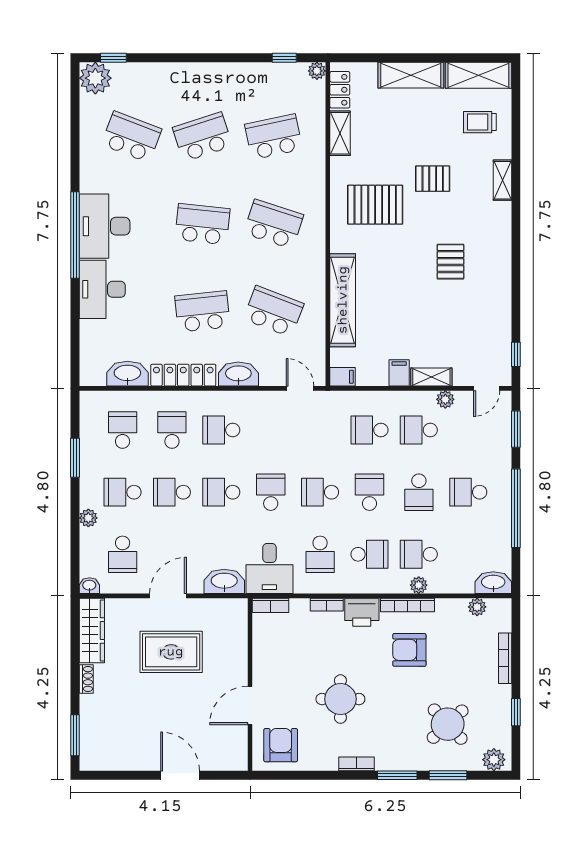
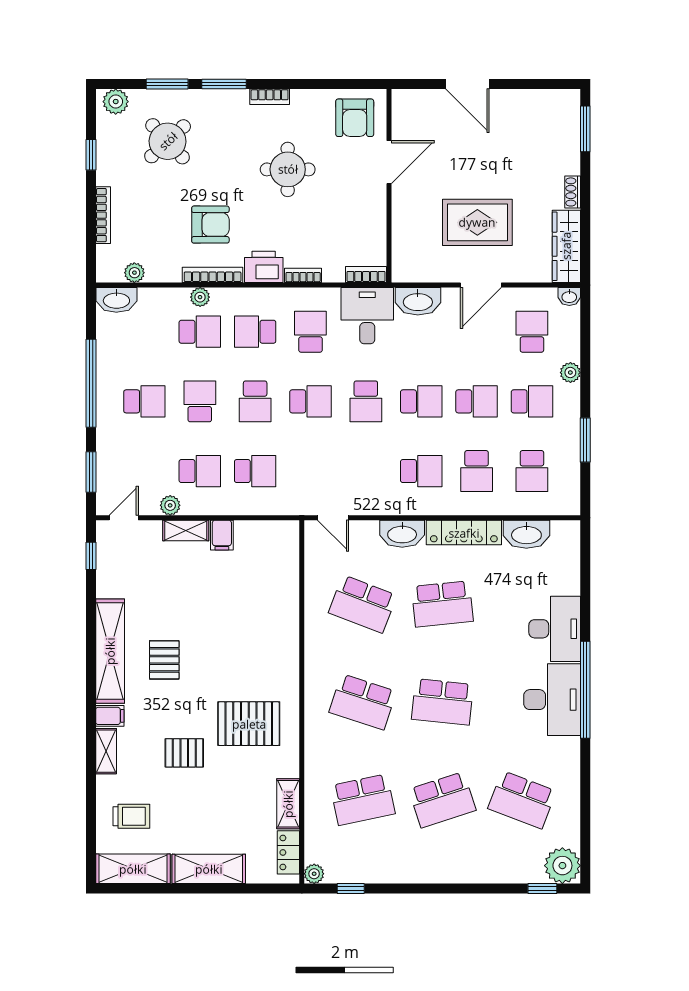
shelving: (343, 300) -> (110, 651), moved
filing cabinet: (343, 377) -> (110, 716), moved, turned 180

